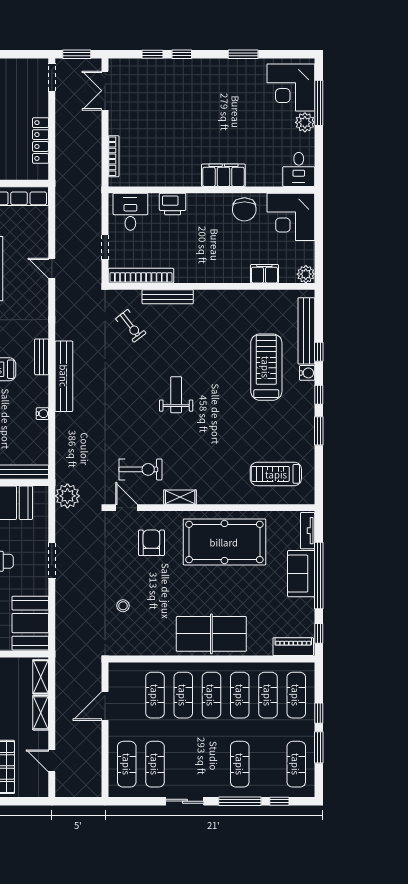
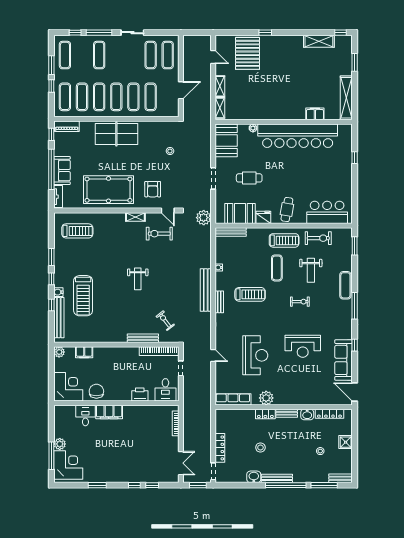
locker: (41, 141) -> (220, 448), moved
desk: (299, 169) -> (85, 415), moved

